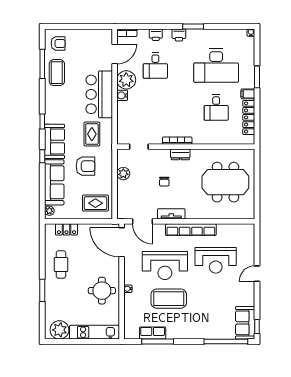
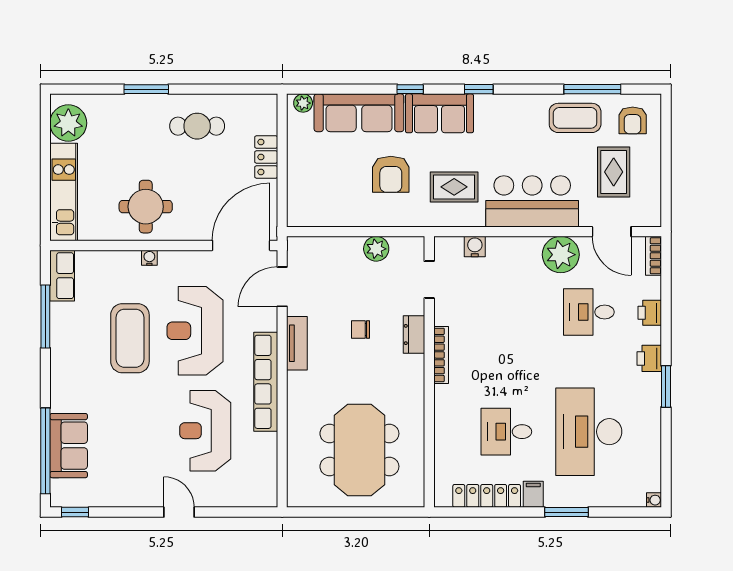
water cooler: (122, 95) -> (475, 247), moved
dresser: (180, 154) -> (414, 335), moved
rug: (95, 203) -> (614, 172), moved
locker: (66, 229) -> (266, 157), moved
sofa: (245, 323) -> (69, 446), moved, turned 90
row of seats: (153, 333) -> (62, 276), moved

